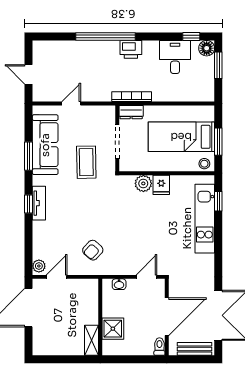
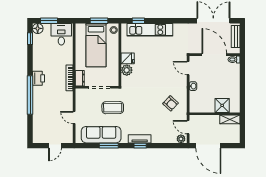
desk: (175, 57) -> (61, 34), moved, turned 90
wall: (100, 317) -> (215, 114), moved
shower: (113, 329) -> (222, 105), moved
shelving: (92, 340) -> (230, 119), moved

